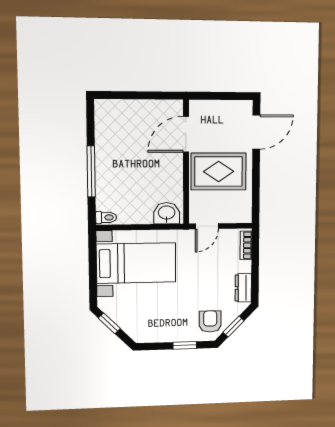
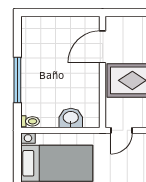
washbasin: (167, 213) -> (71, 118), moved

